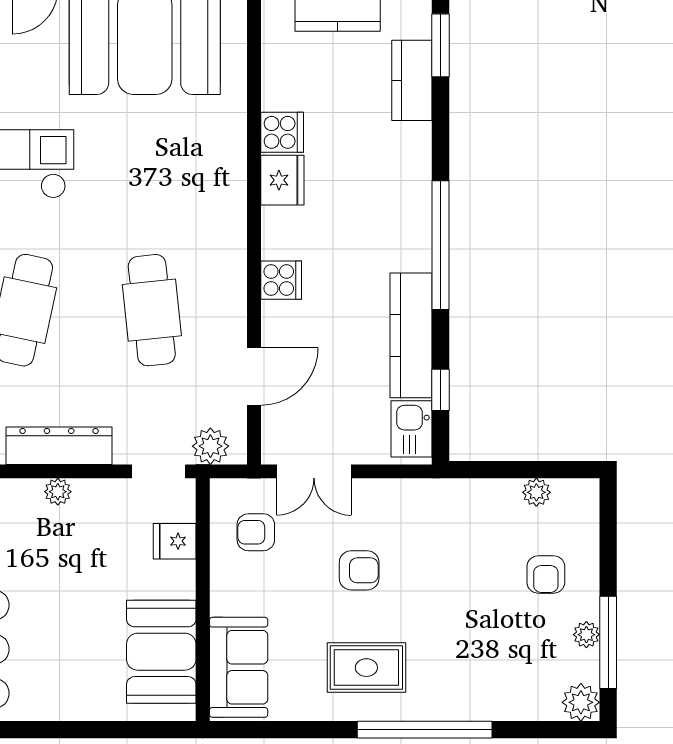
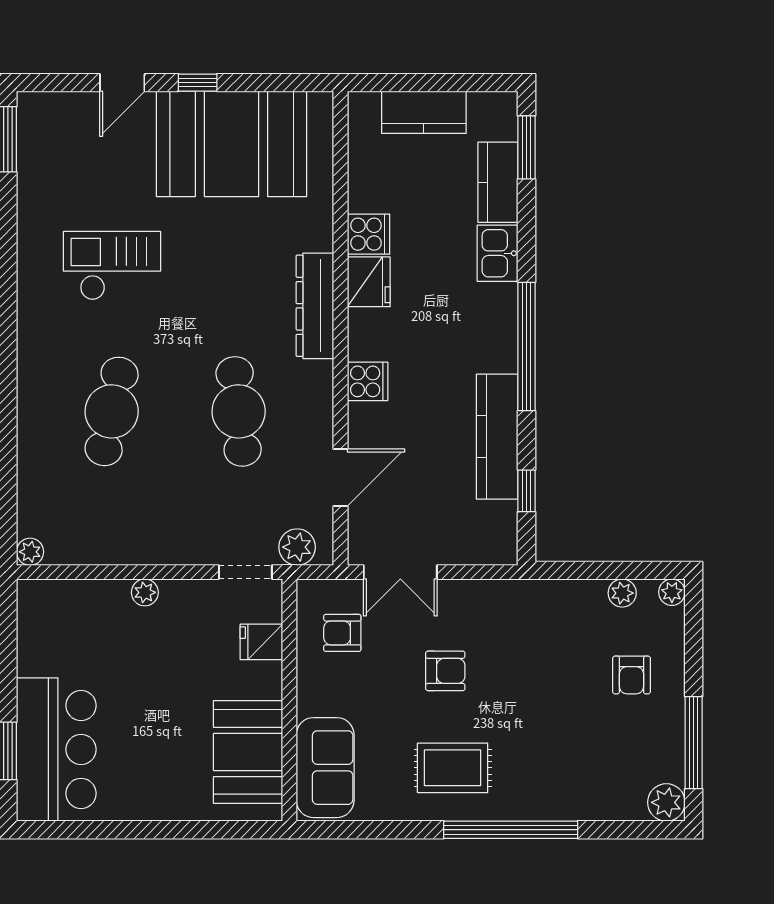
kitchen sink: (412, 429) -> (498, 253), moved
dresser: (59, 446) -> (315, 306), moved, turned -90
plant: (586, 635) -> (672, 592), moved

